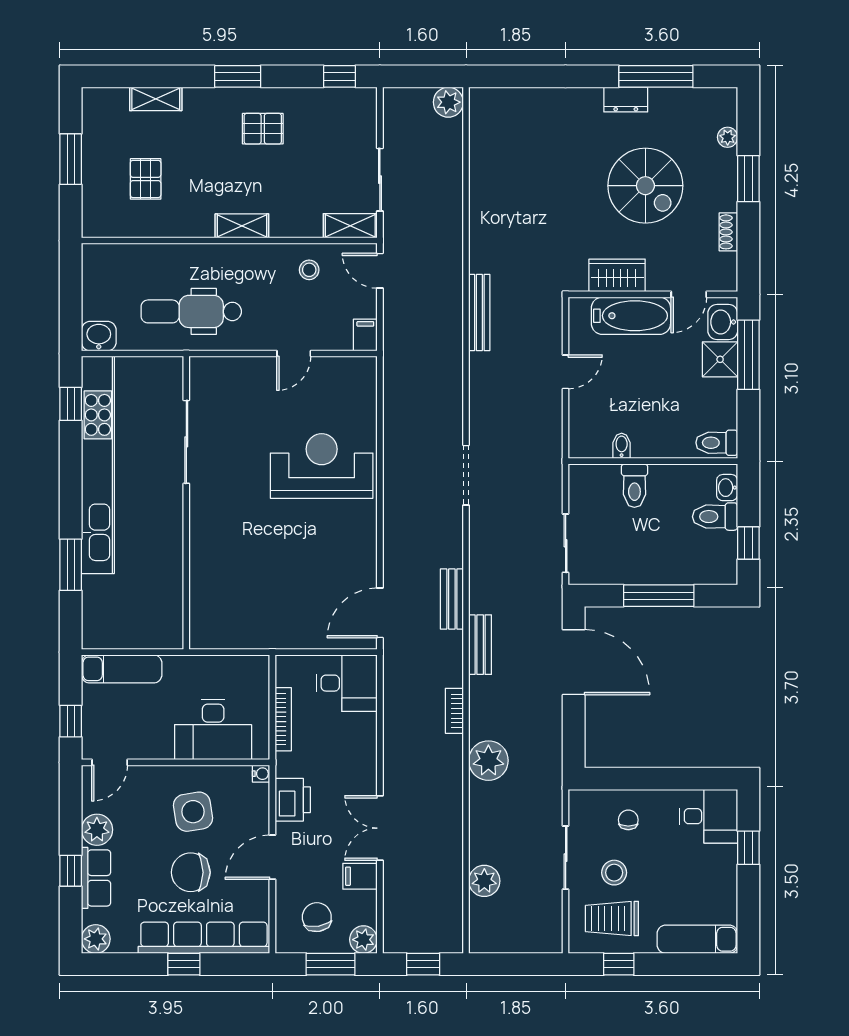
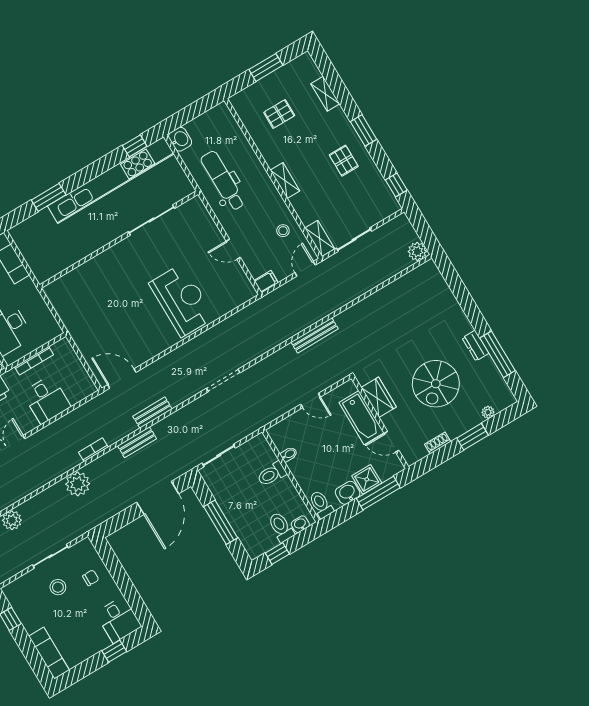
washbasin: (723, 322) -> (348, 493), moved
desk: (347, 683) -> (46, 399), moved
trolley: (612, 919) -> (33, 601), removed

